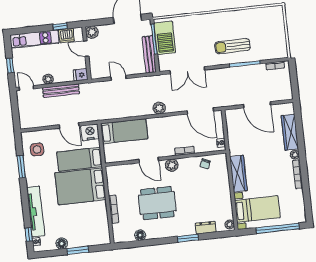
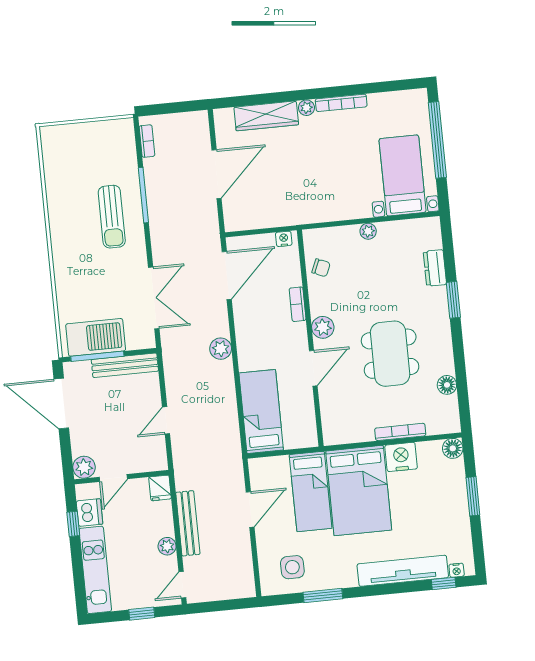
nightstand: (90, 132) -> (401, 457), moved, turned 90
wardrobe: (238, 174) -> (339, 209), removed
plant: (230, 224) -> (368, 231), moved
floor lamp: (62, 243) -> (453, 448), moved

